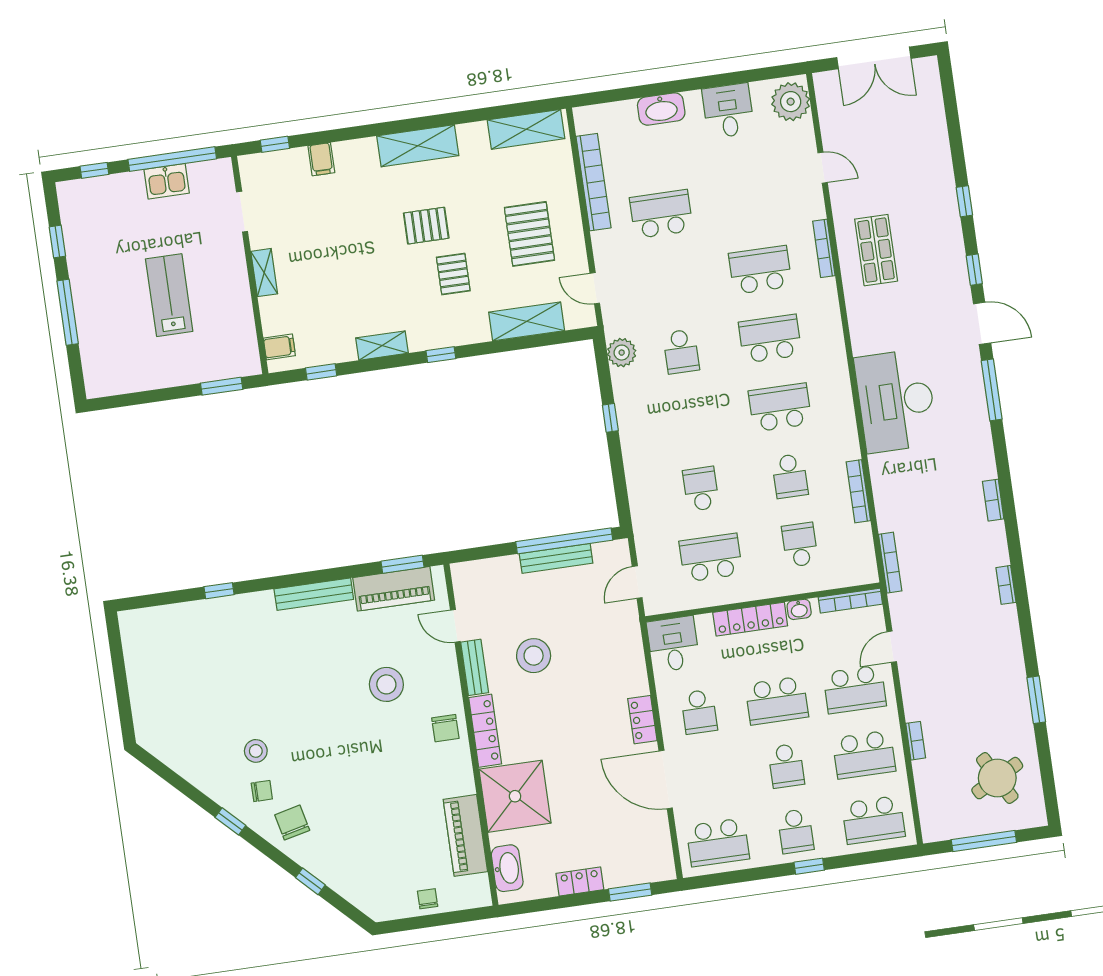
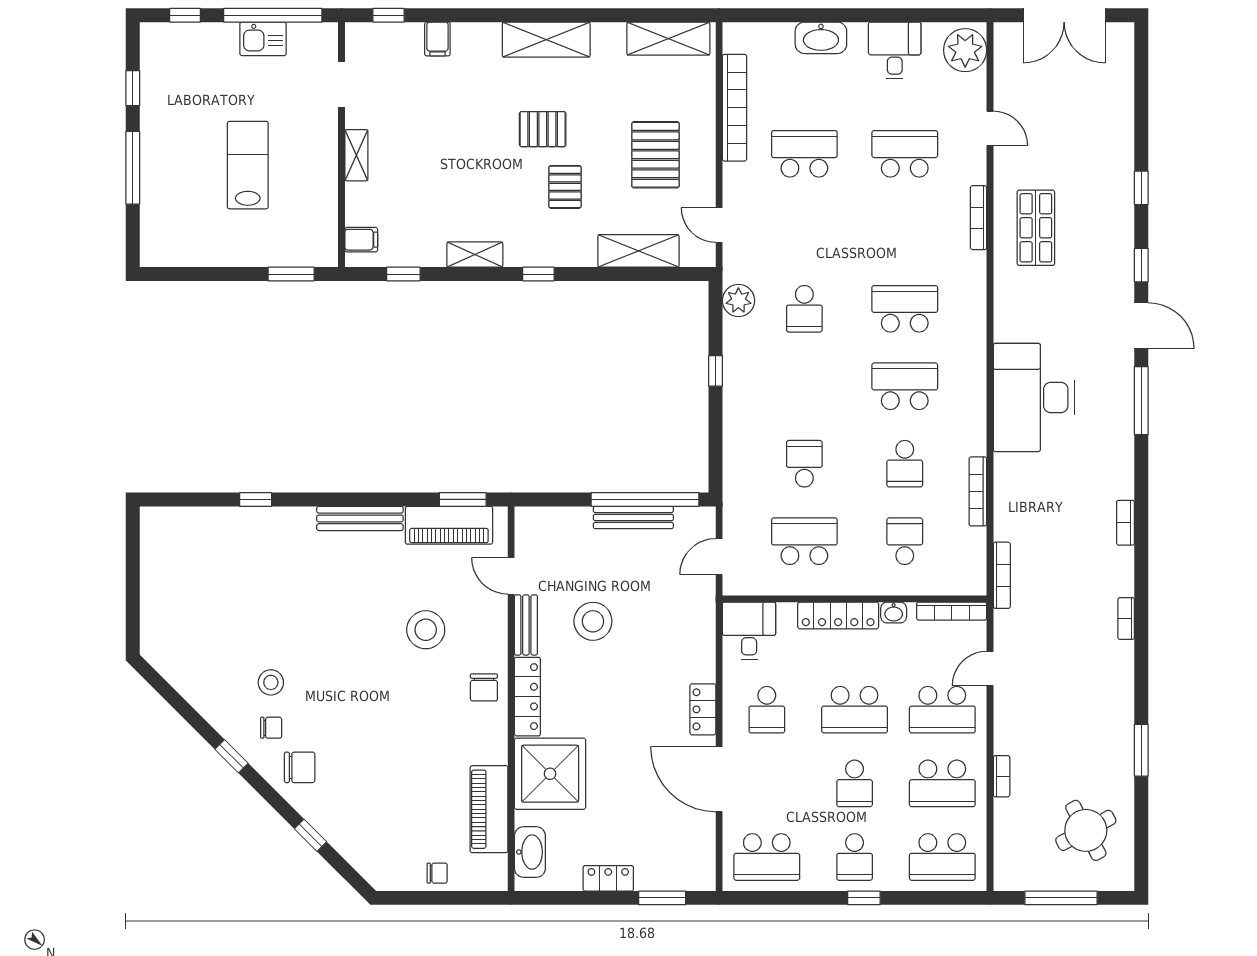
school desk: (760, 270) -> (905, 154), moved
chair: (292, 823) -> (300, 767), turned 103
chair: (428, 899) -> (437, 873), turned 90

